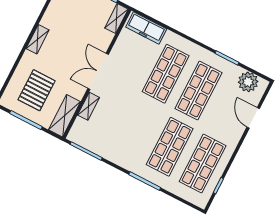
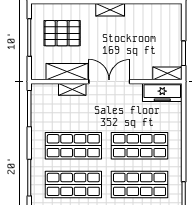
freezer: (146, 28) -> (162, 92), moved, turned -90
shelving: (65, 116) -> (67, 72), moved
shop shelf: (137, 130) -> (73, 146), added

